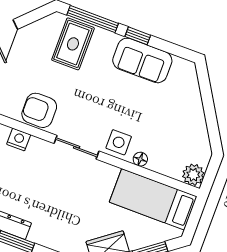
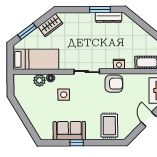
window: (93, 19) -> (104, 143), removed
side table: (119, 142) -> (64, 95), moved
plant: (193, 175) -> (39, 80), moved

